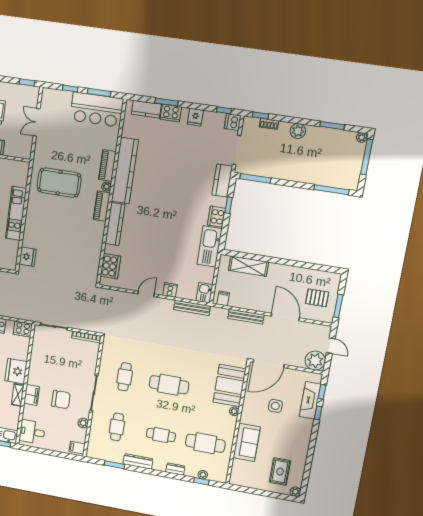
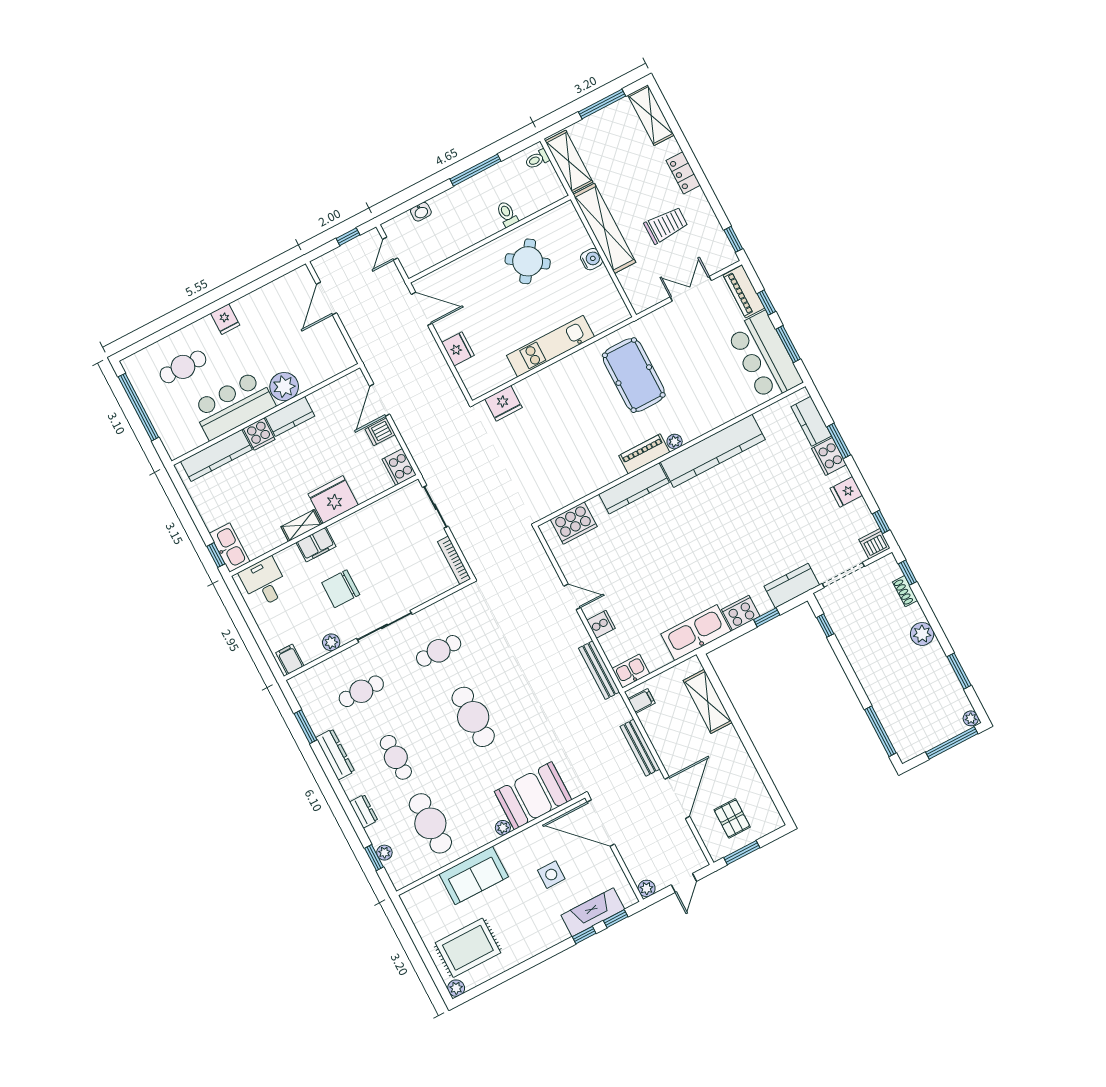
piano: (107, 165) -> (744, 292), moved, turned -90
window: (255, 178) -> (825, 626), width x0.46
plant: (315, 361) -> (647, 888), width x0.53, depth x0.53
chair: (61, 400) -> (341, 589), turned 90
rug: (280, 472) -> (468, 948), width x1.36, depth x1.43

